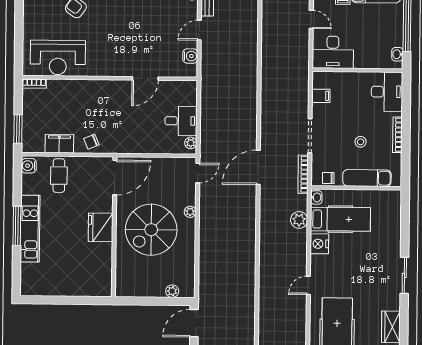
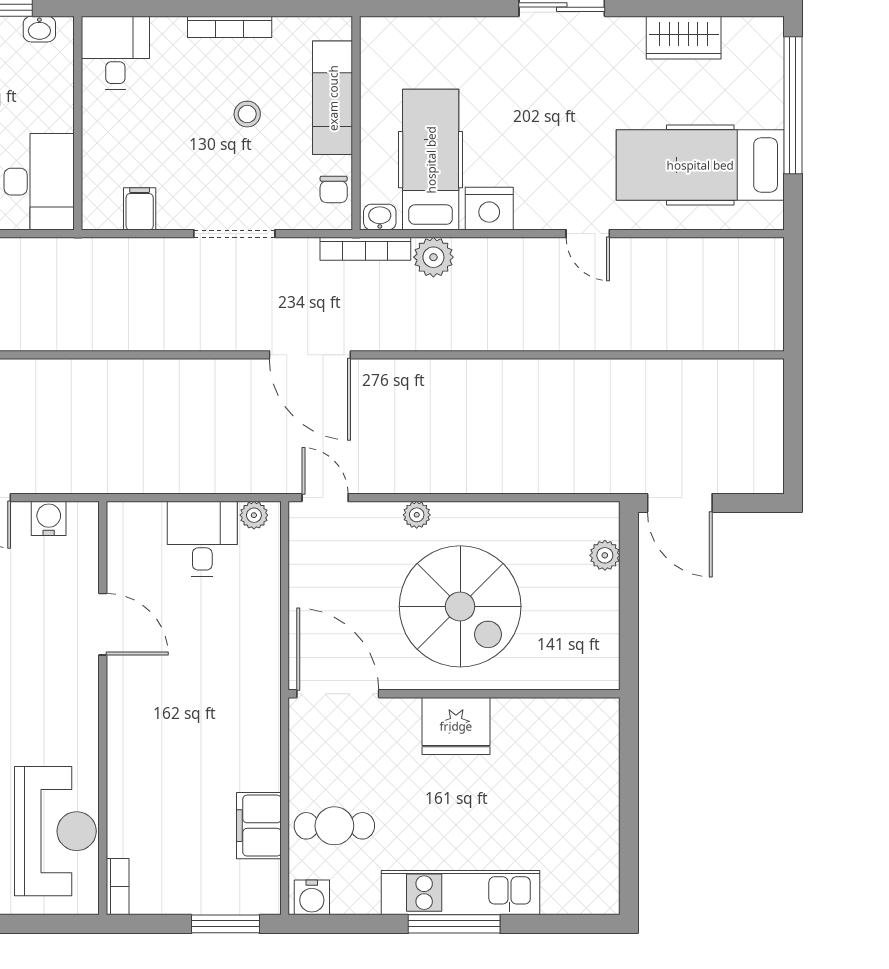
desk: (387, 92) -> (115, 53), width x0.73
chair: (91, 142) -> (254, 750), removed
bookcase: (303, 174) -> (365, 249), moved

